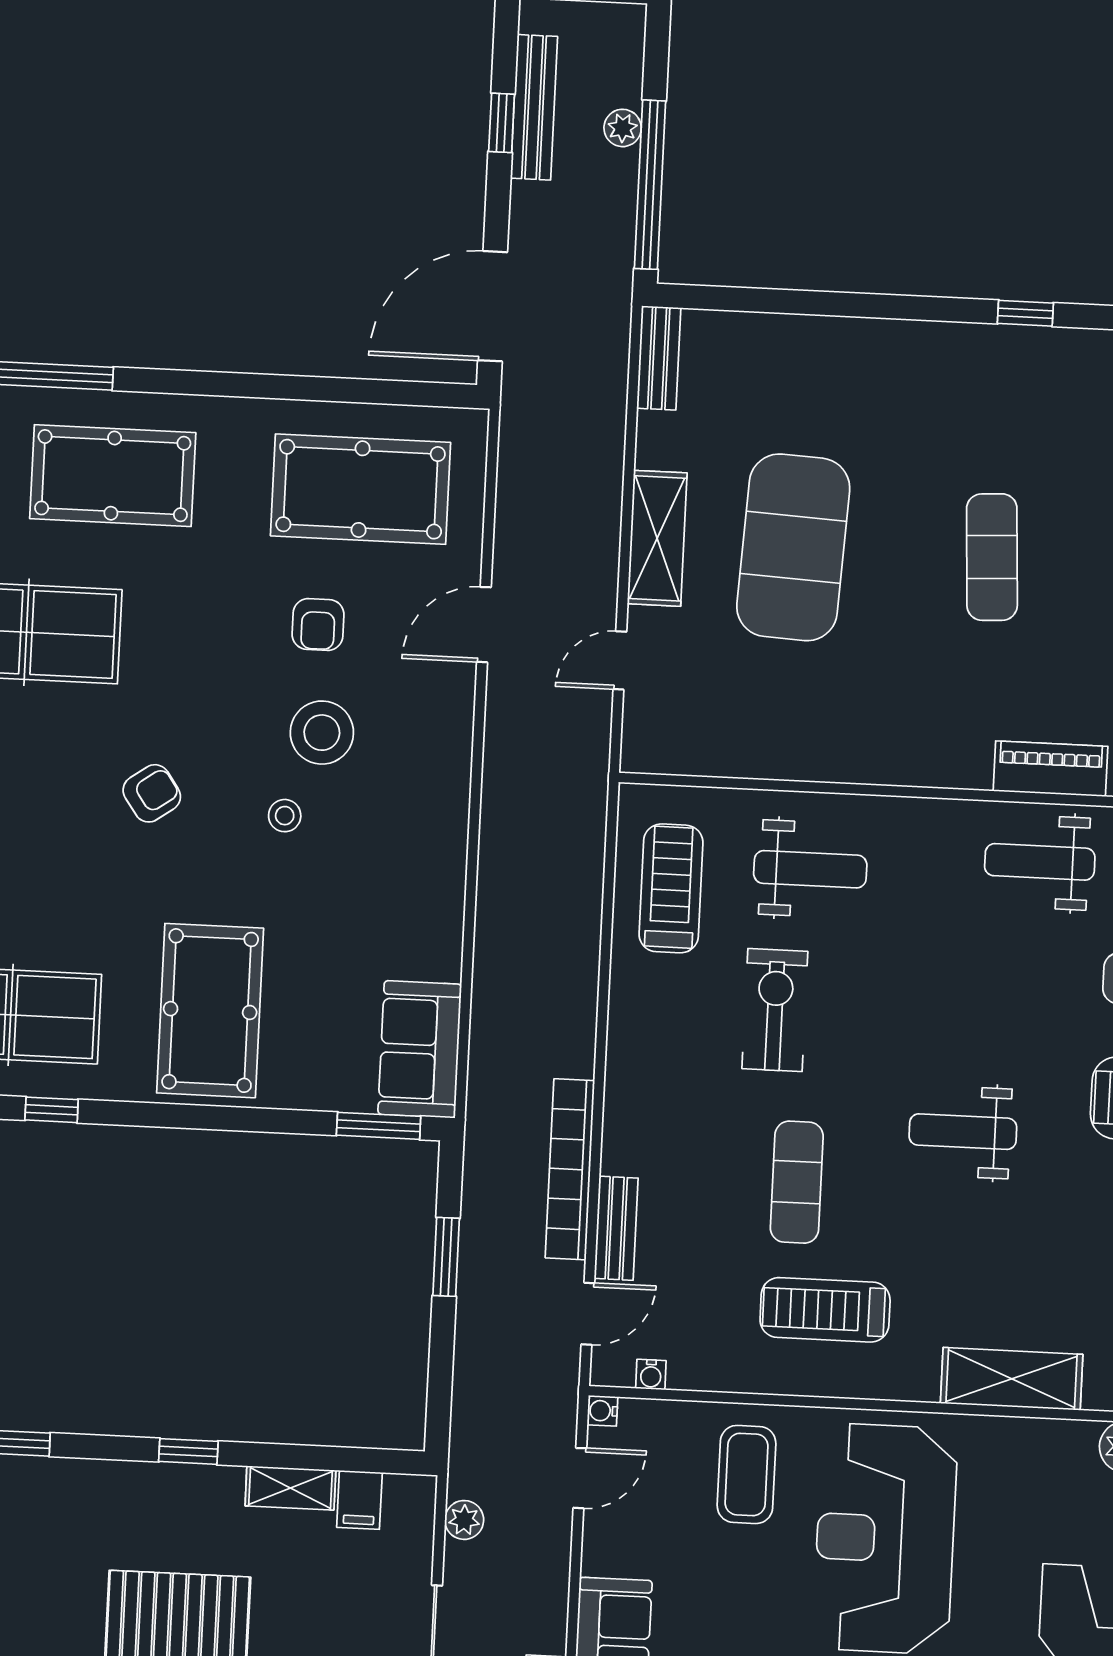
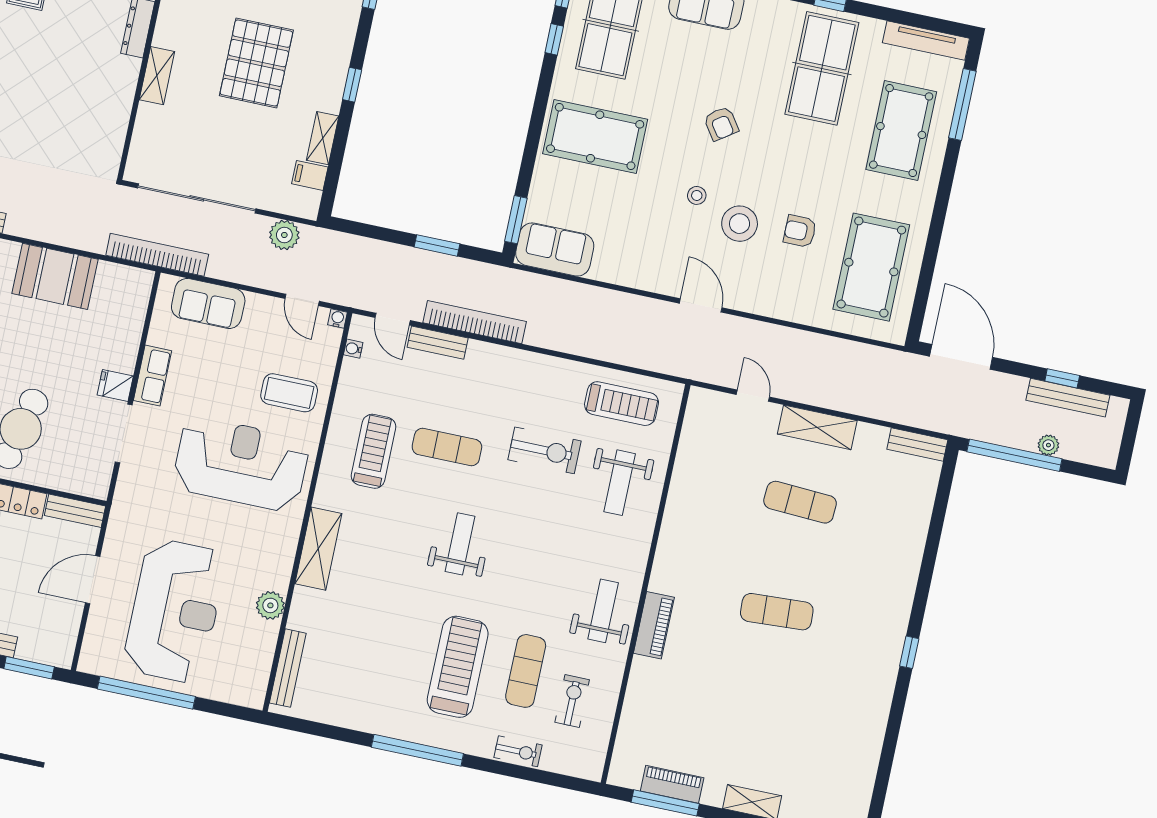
exercise mat: (793, 547) -> (800, 502), width x0.50, depth x0.69
door: (484, 625) -> (701, 305), moved
plant: (464, 1520) -> (284, 235), width x1.38, depth x1.38

